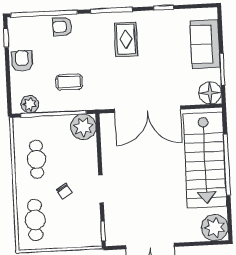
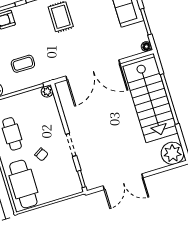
floor lamp: (210, 93) -> (146, 47), width x0.53, depth x0.53
plant: (83, 127) -> (47, 91), width x0.53, depth x0.53
cafe table: (35, 220) -> (23, 184), width x1.37, depth x1.35

